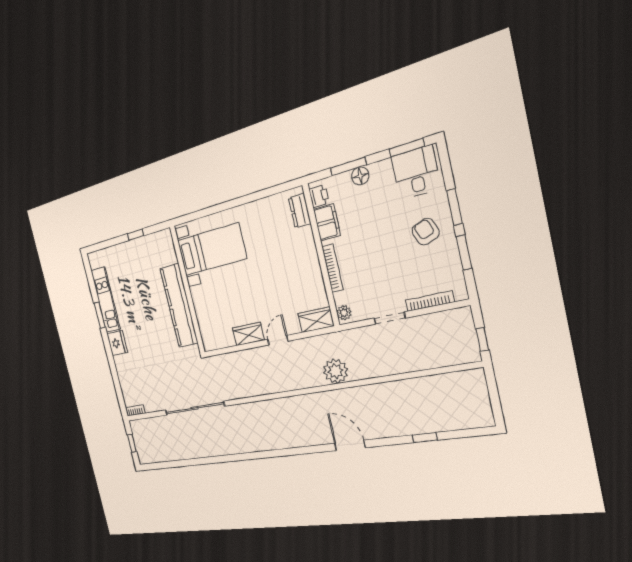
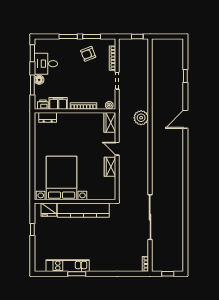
desk: (416, 173) -> (46, 64), moved
armchair: (426, 232) -> (88, 54), moved
bed with nightstands: (212, 249) -> (62, 178), width x1.36
fridge: (117, 343) -> (49, 210), moved, turned 180

